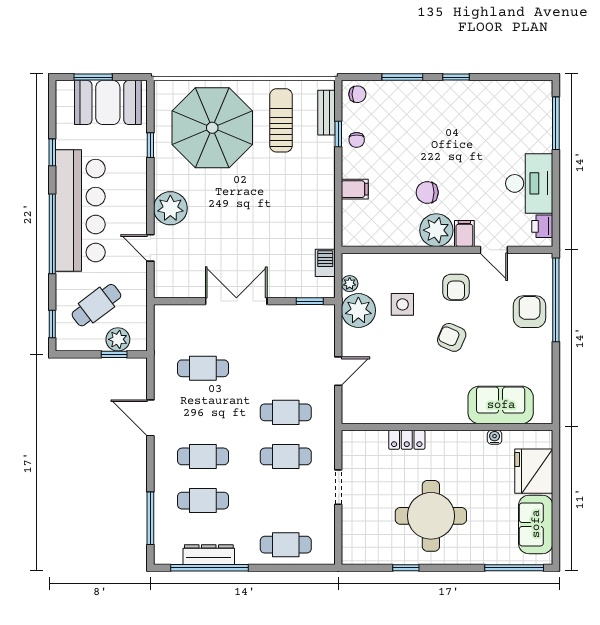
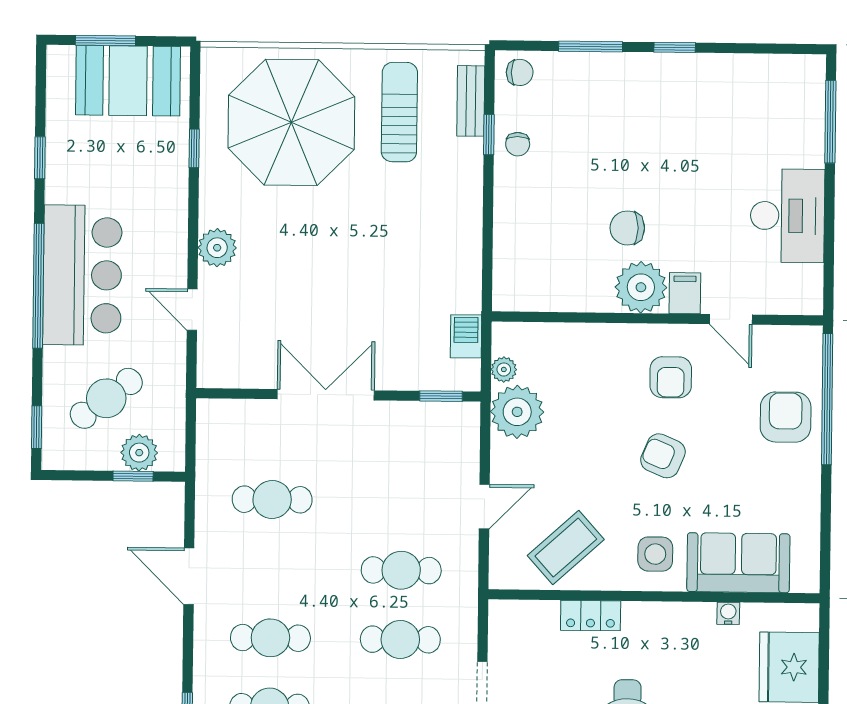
filing cabinet: (355, 189) -> (514, 221), removed
plant: (170, 208) -> (217, 248), width x0.73, depth x0.73
bar counter: (80, 211) -> (82, 275), width x0.73
printer: (542, 226) -> (807, 283), removed
side table: (402, 304) -> (655, 554), moved
coffee table: (390, 397) -> (566, 548), added

